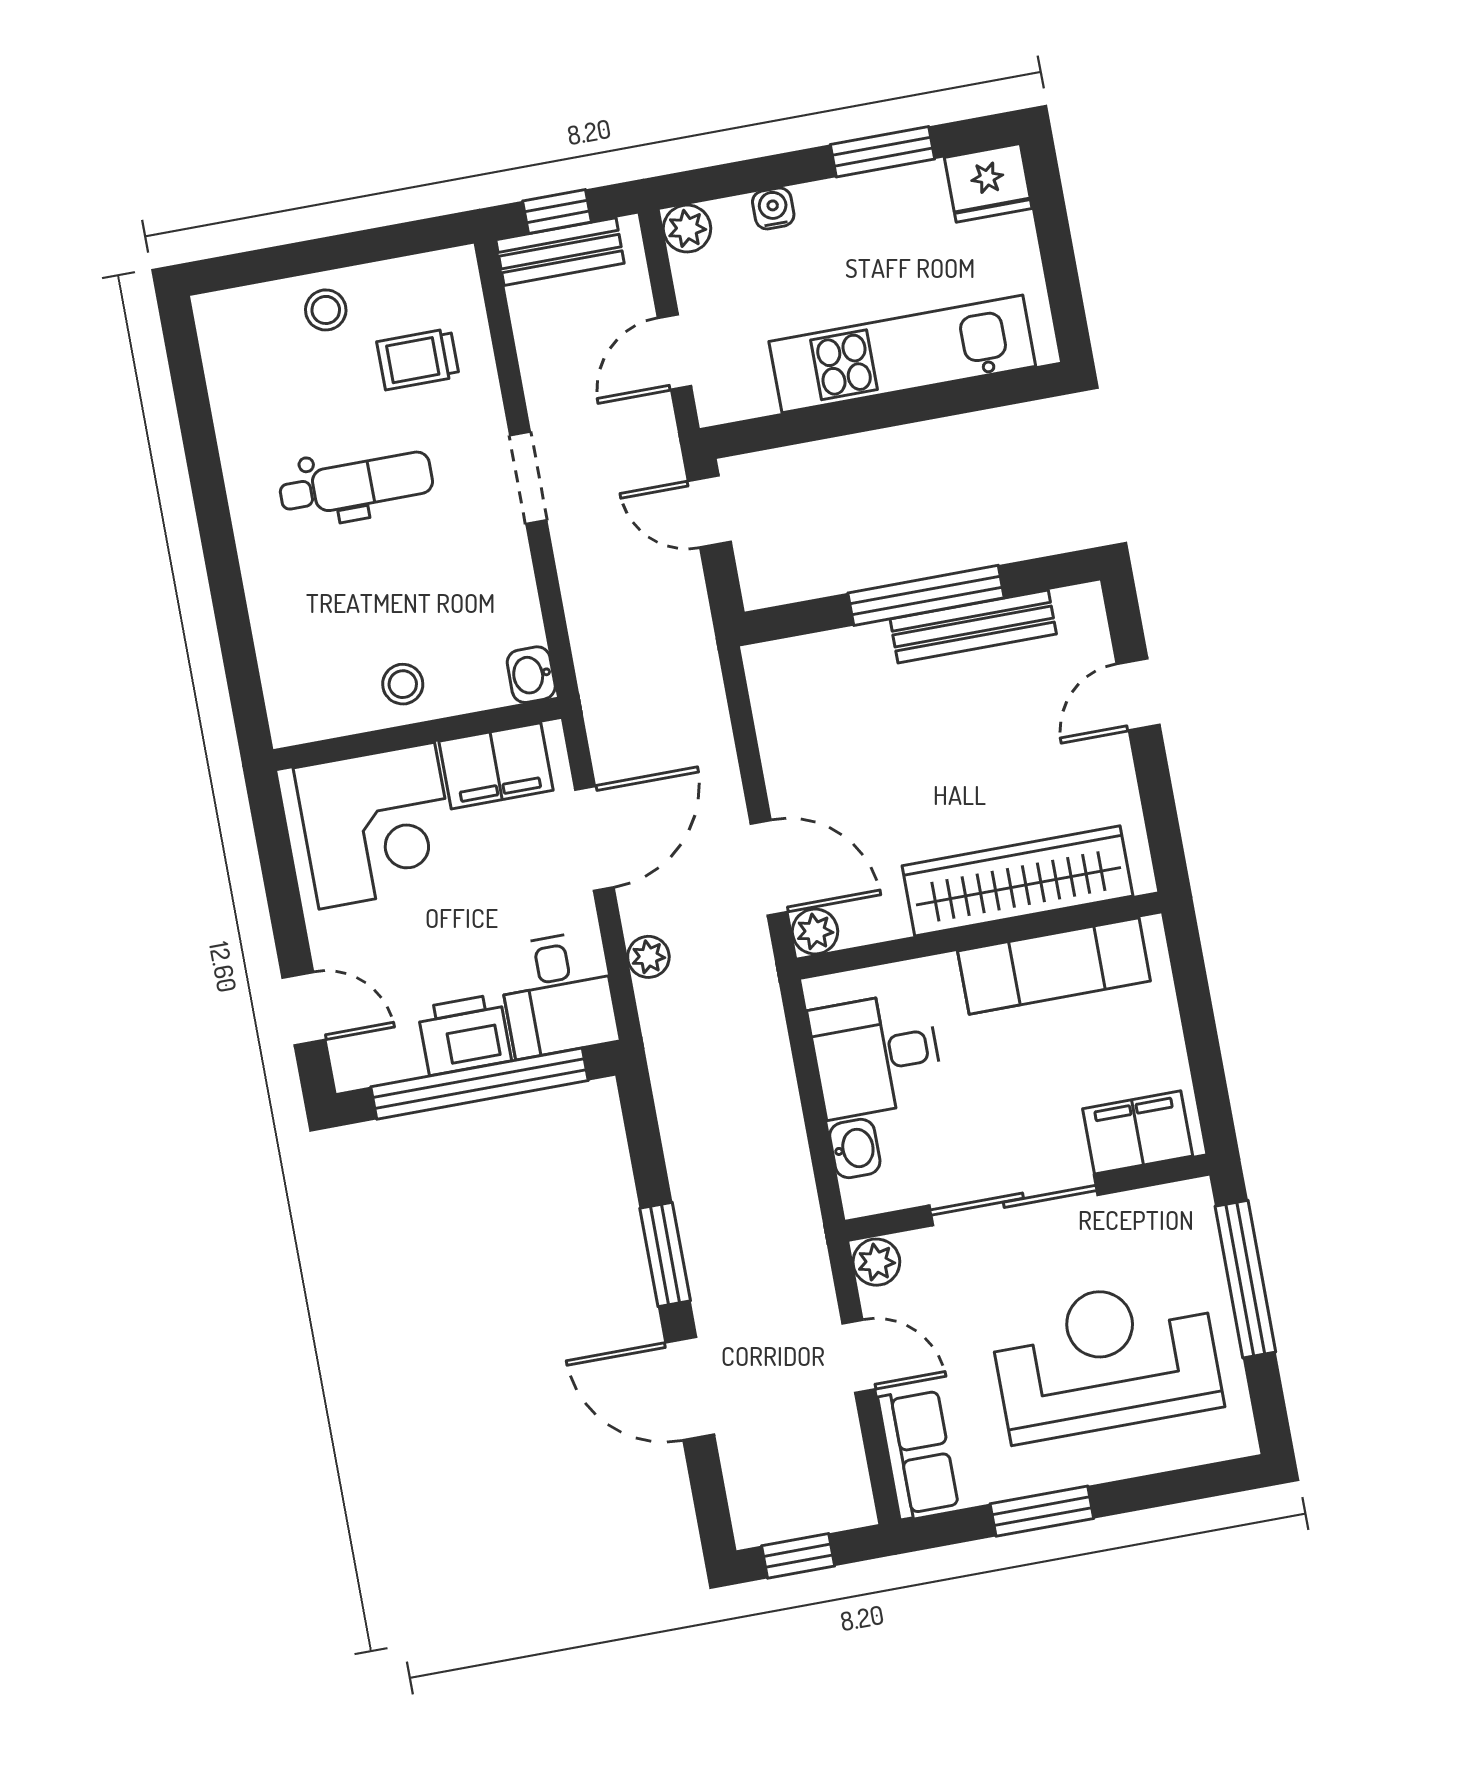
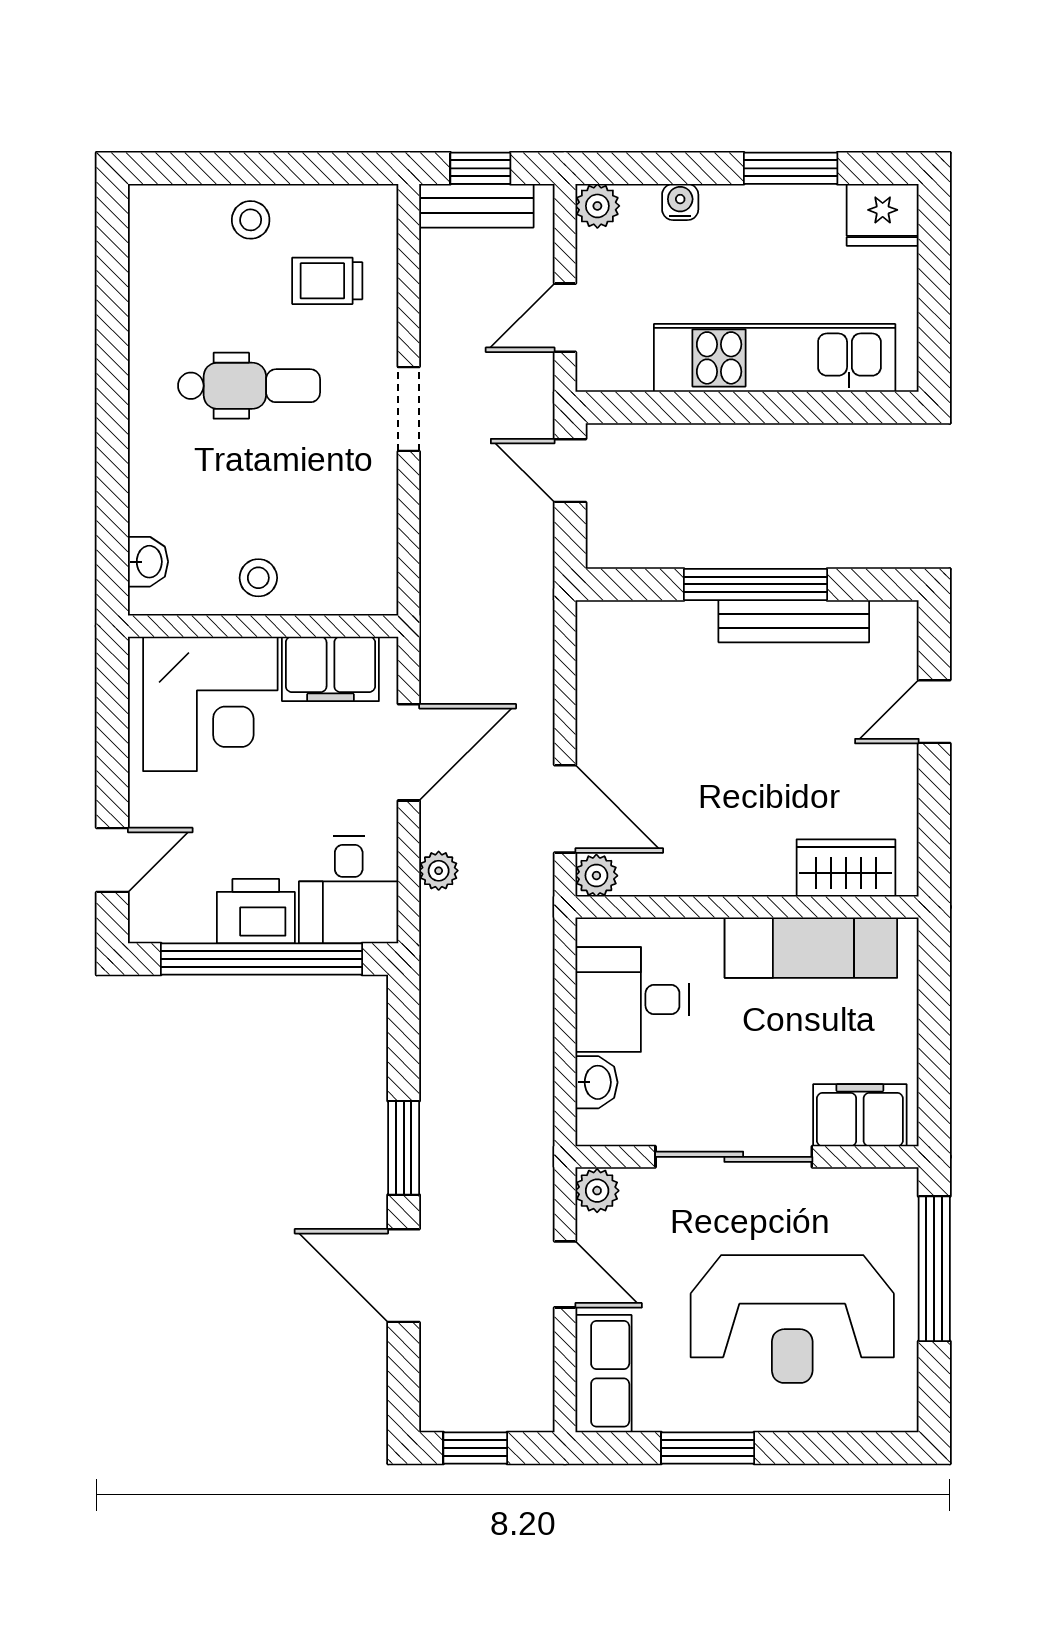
washbasin: (531, 675) -> (148, 562), moved, turned 180
wardrobe: (1017, 881) -> (846, 868), width x0.48, depth x0.85
door: (304, 1009) -> (112, 860), hinge flipped
reception desk: (1106, 1359) -> (792, 1319), turned 180

